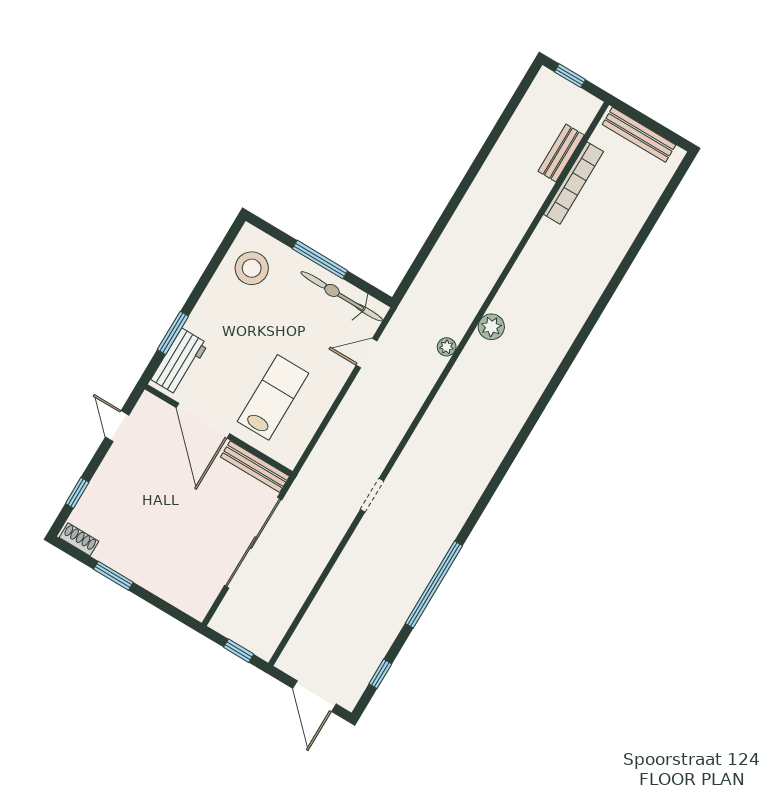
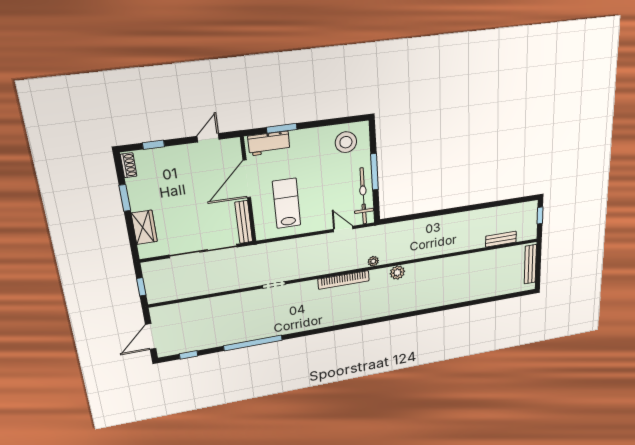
bookcase: (573, 183) -> (344, 280), moved
lab bench: (273, 397) -> (287, 203), turned -90
wardrobe: (166, 585) -> (144, 227), added

